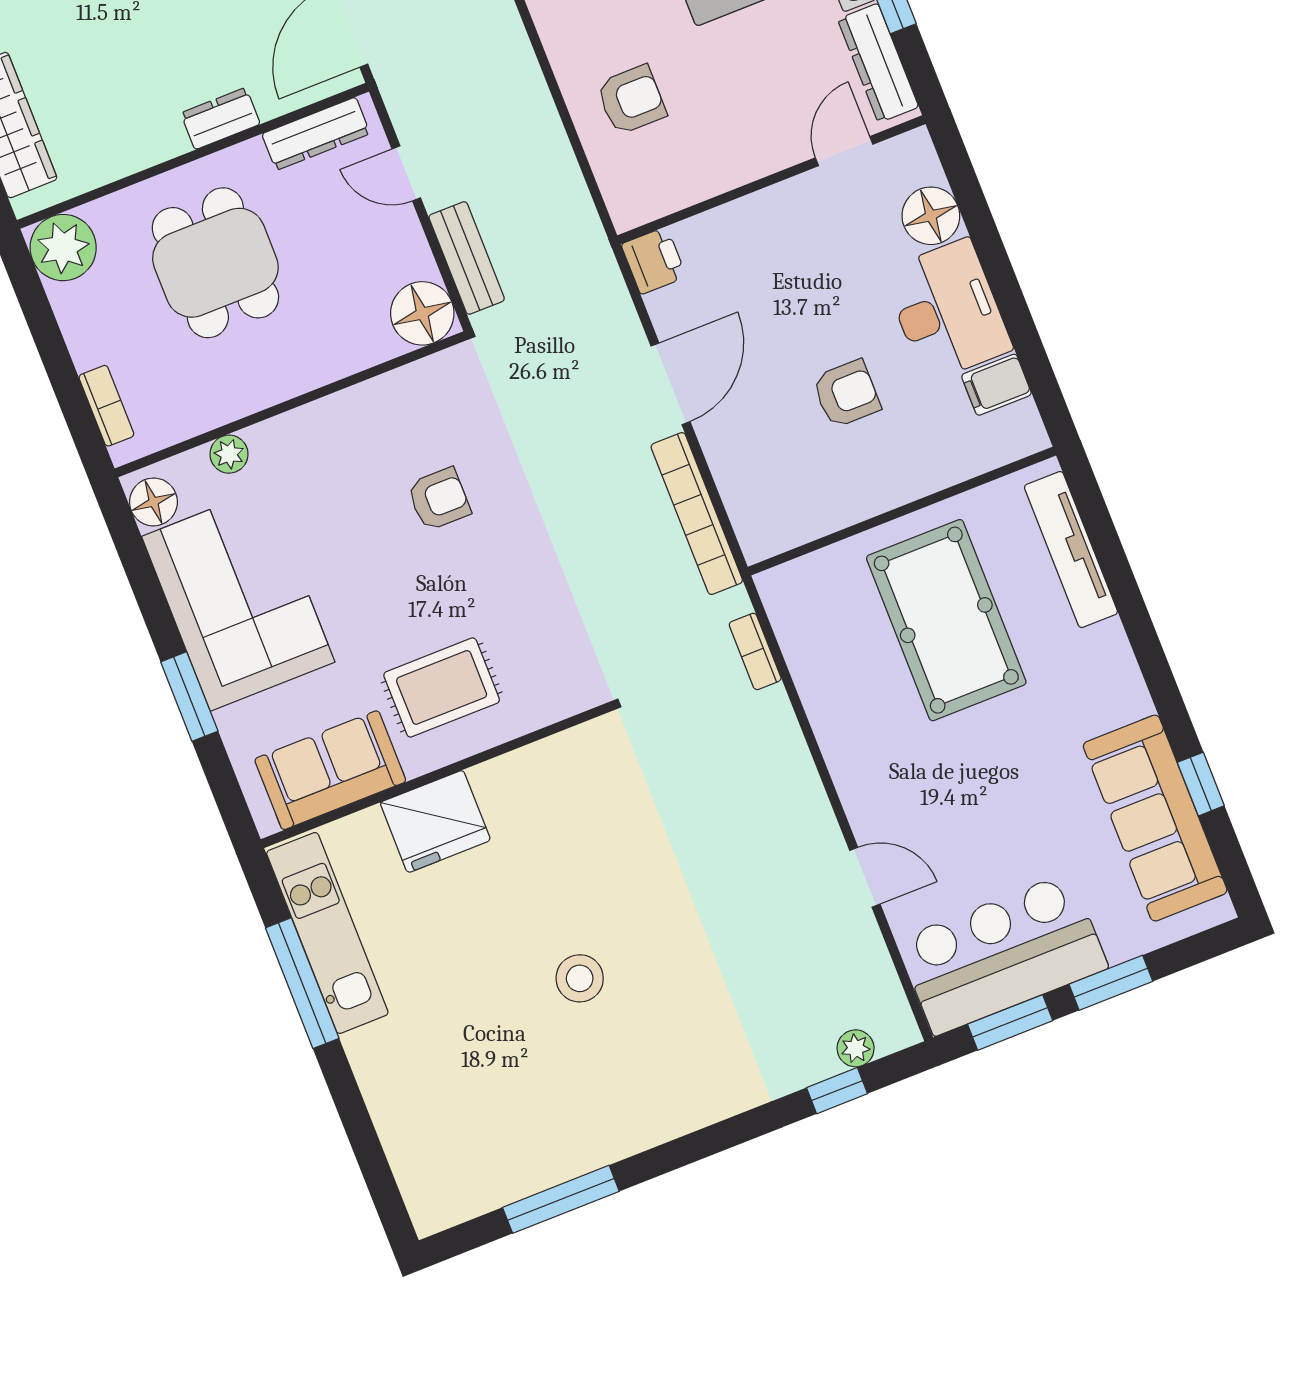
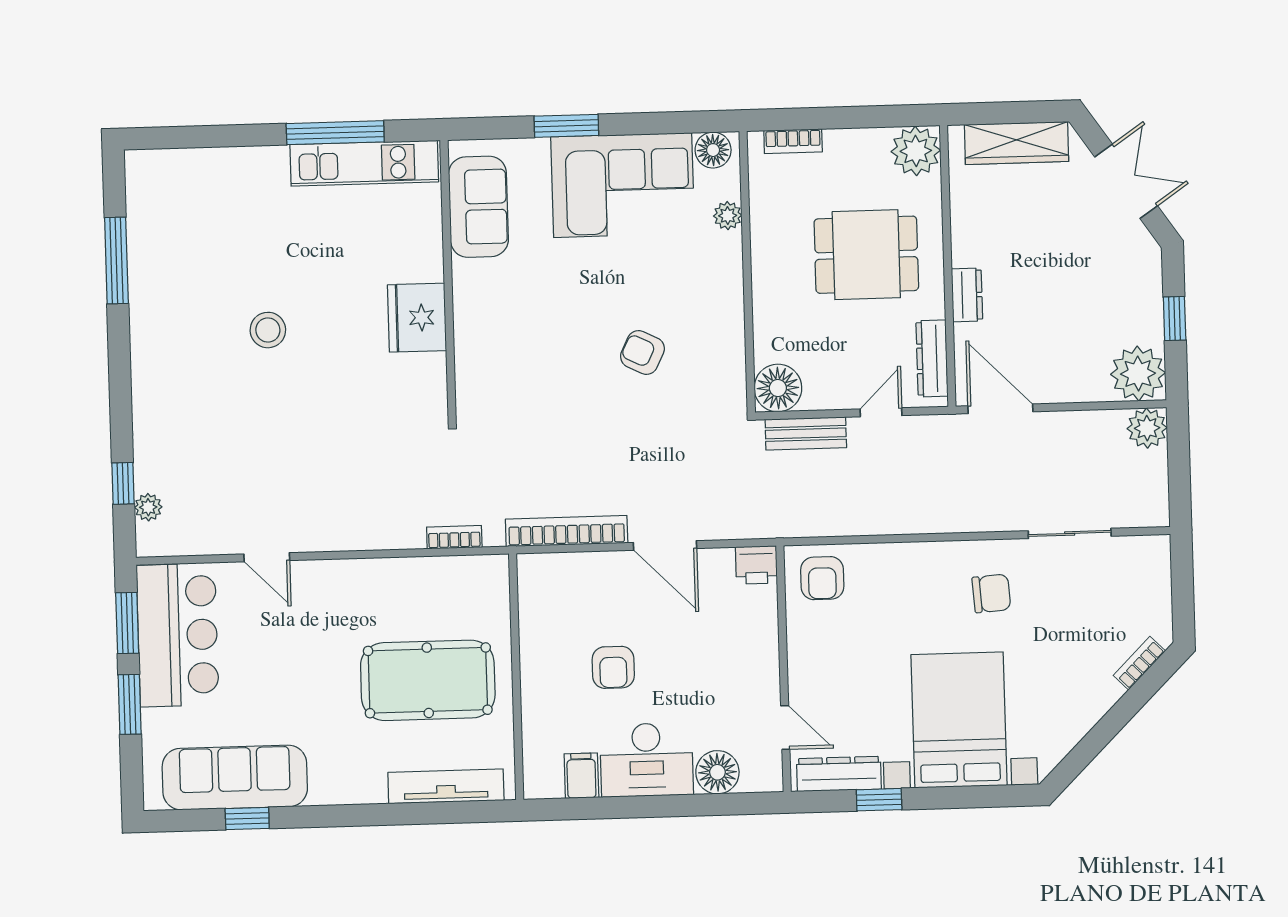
armchair: (631, 100) -> (822, 578), moved
armchair: (439, 499) -> (642, 352), turned 116
rug: (442, 687) -> (509, 306), removed
fridge: (435, 821) -> (417, 318), moved
door: (865, 877) -> (267, 557), hinge flipped

